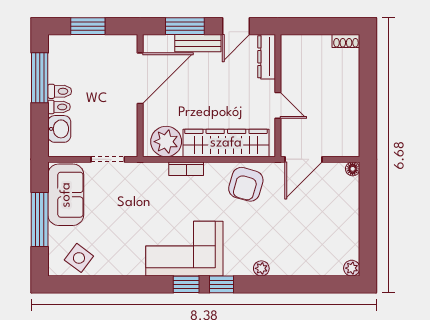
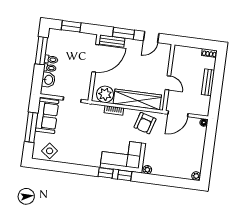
bench: (198, 43) -> (112, 41), moved
dresser: (267, 57) -> (165, 56), removed
bench: (351, 95) -> (208, 82), added
corner sofa: (184, 249) -> (123, 156), moved

